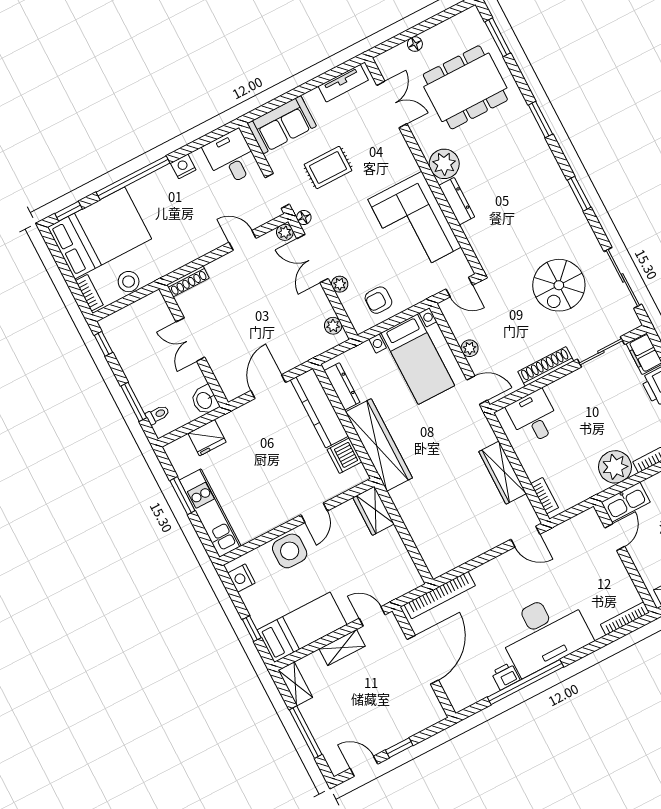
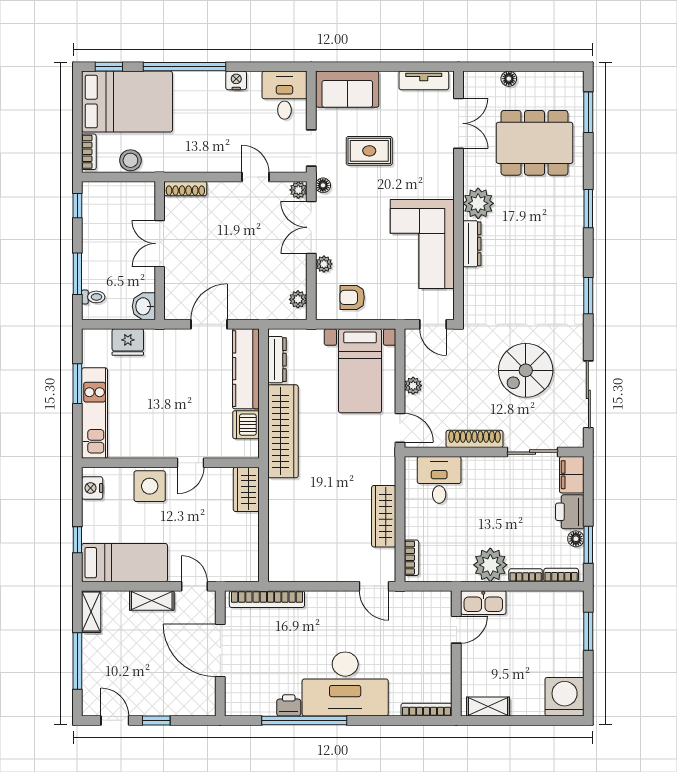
door: (423, 660) -> (220, 651), swing flipped

